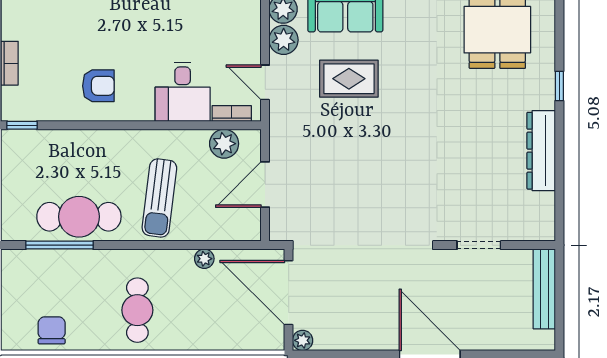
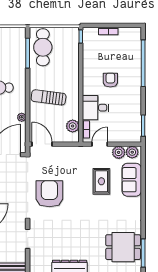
armchair: (98, 86) -> (110, 80), moved, turned 180
door: (265, 184) -> (42, 144), moved
armchair: (377, 196) -> (49, 194), added
cafe table: (79, 217) -> (43, 47), moved

